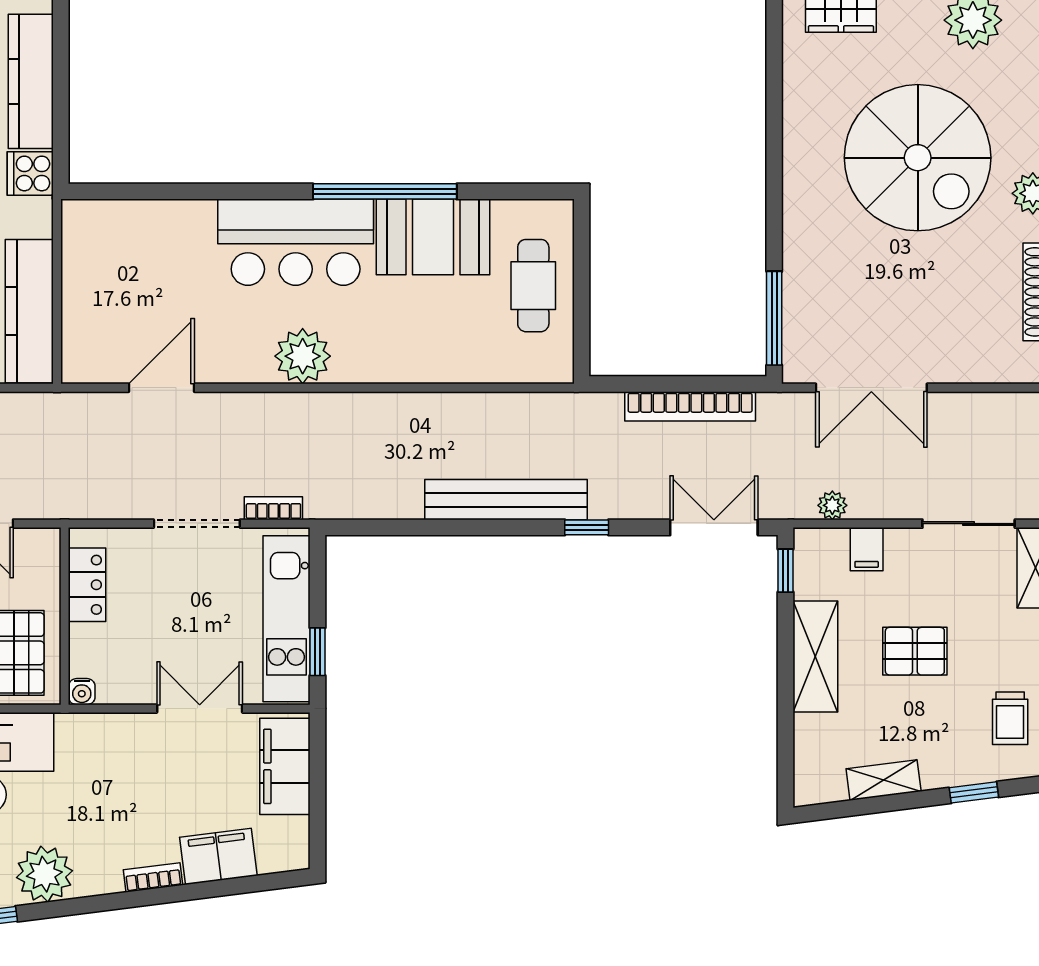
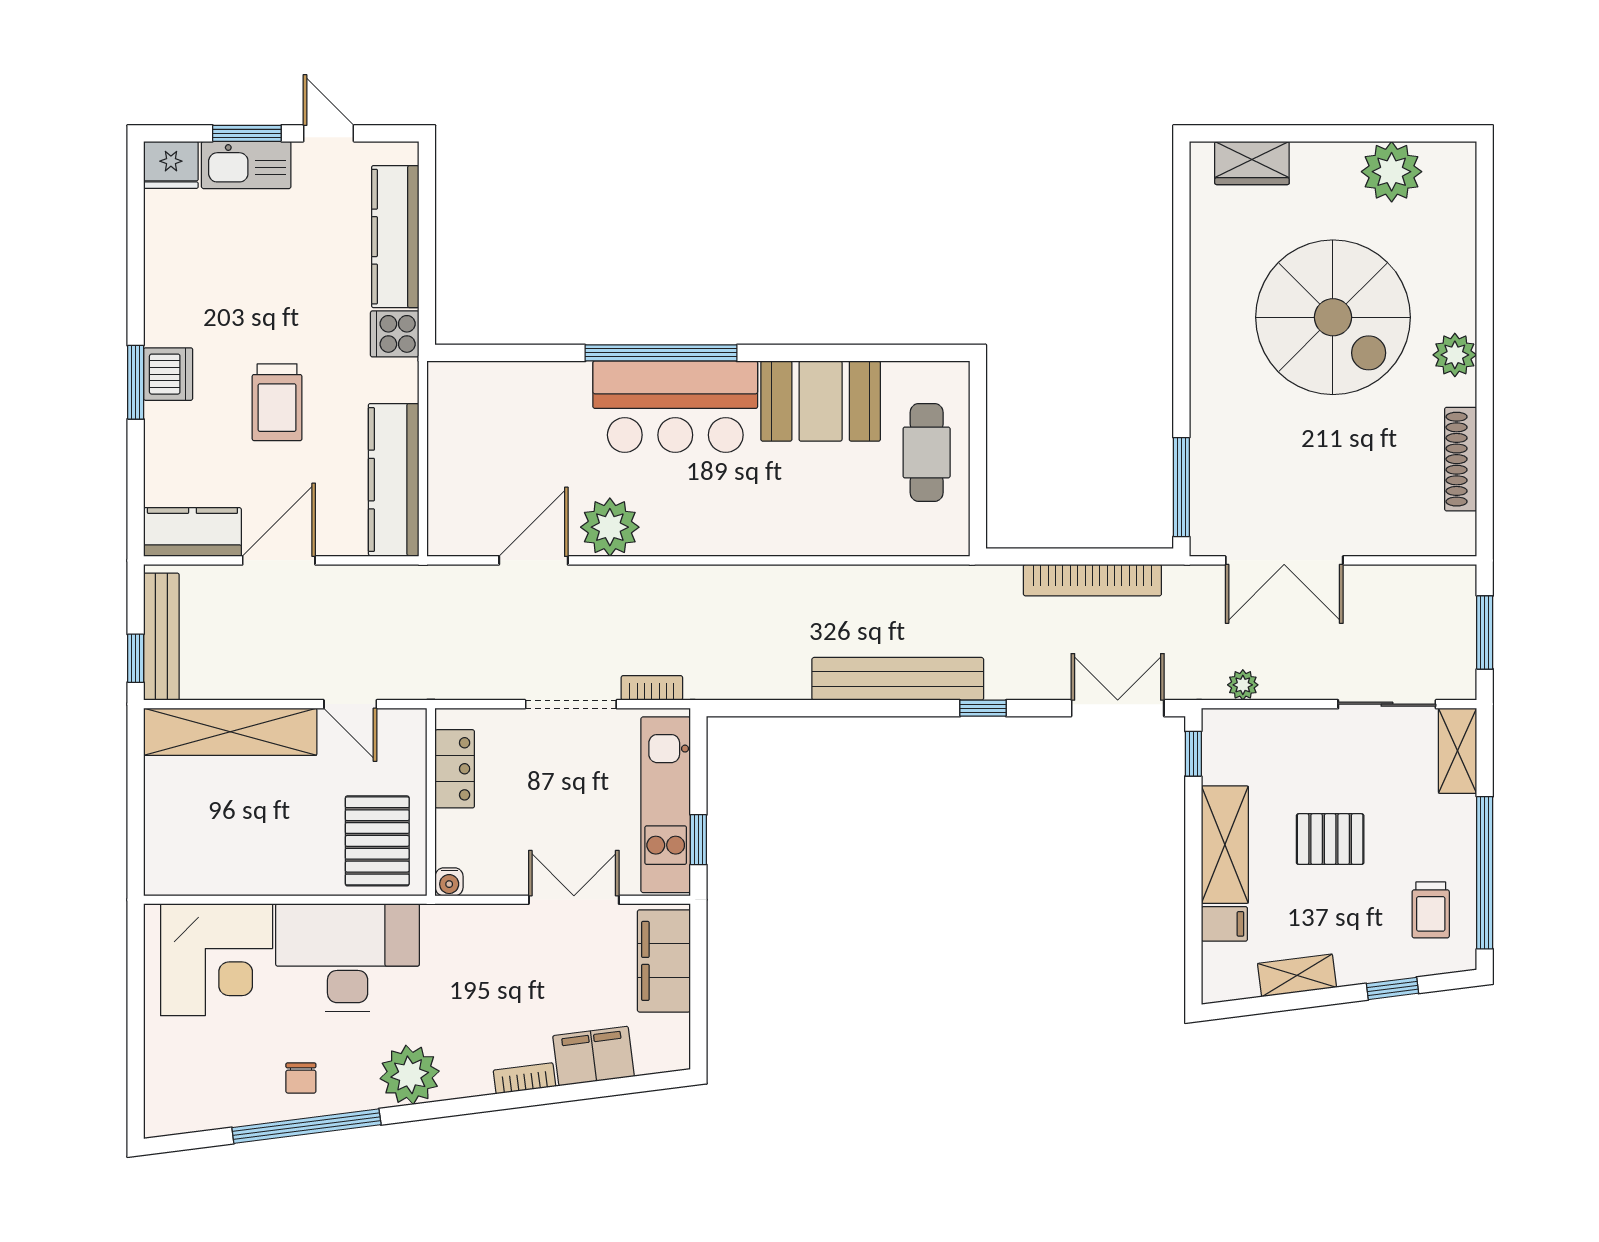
window: (385, 191) -> (661, 353), moved
plant: (303, 356) -> (610, 527), moved
filing cabinet: (867, 549) -> (1224, 924), moved, turned -90

